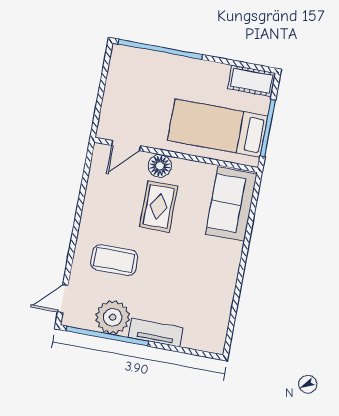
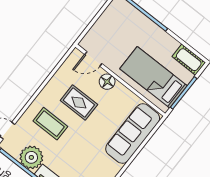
sofa: (231, 204) -> (133, 134), width x1.36
rug: (159, 206) -> (79, 102), moved, turned 90

